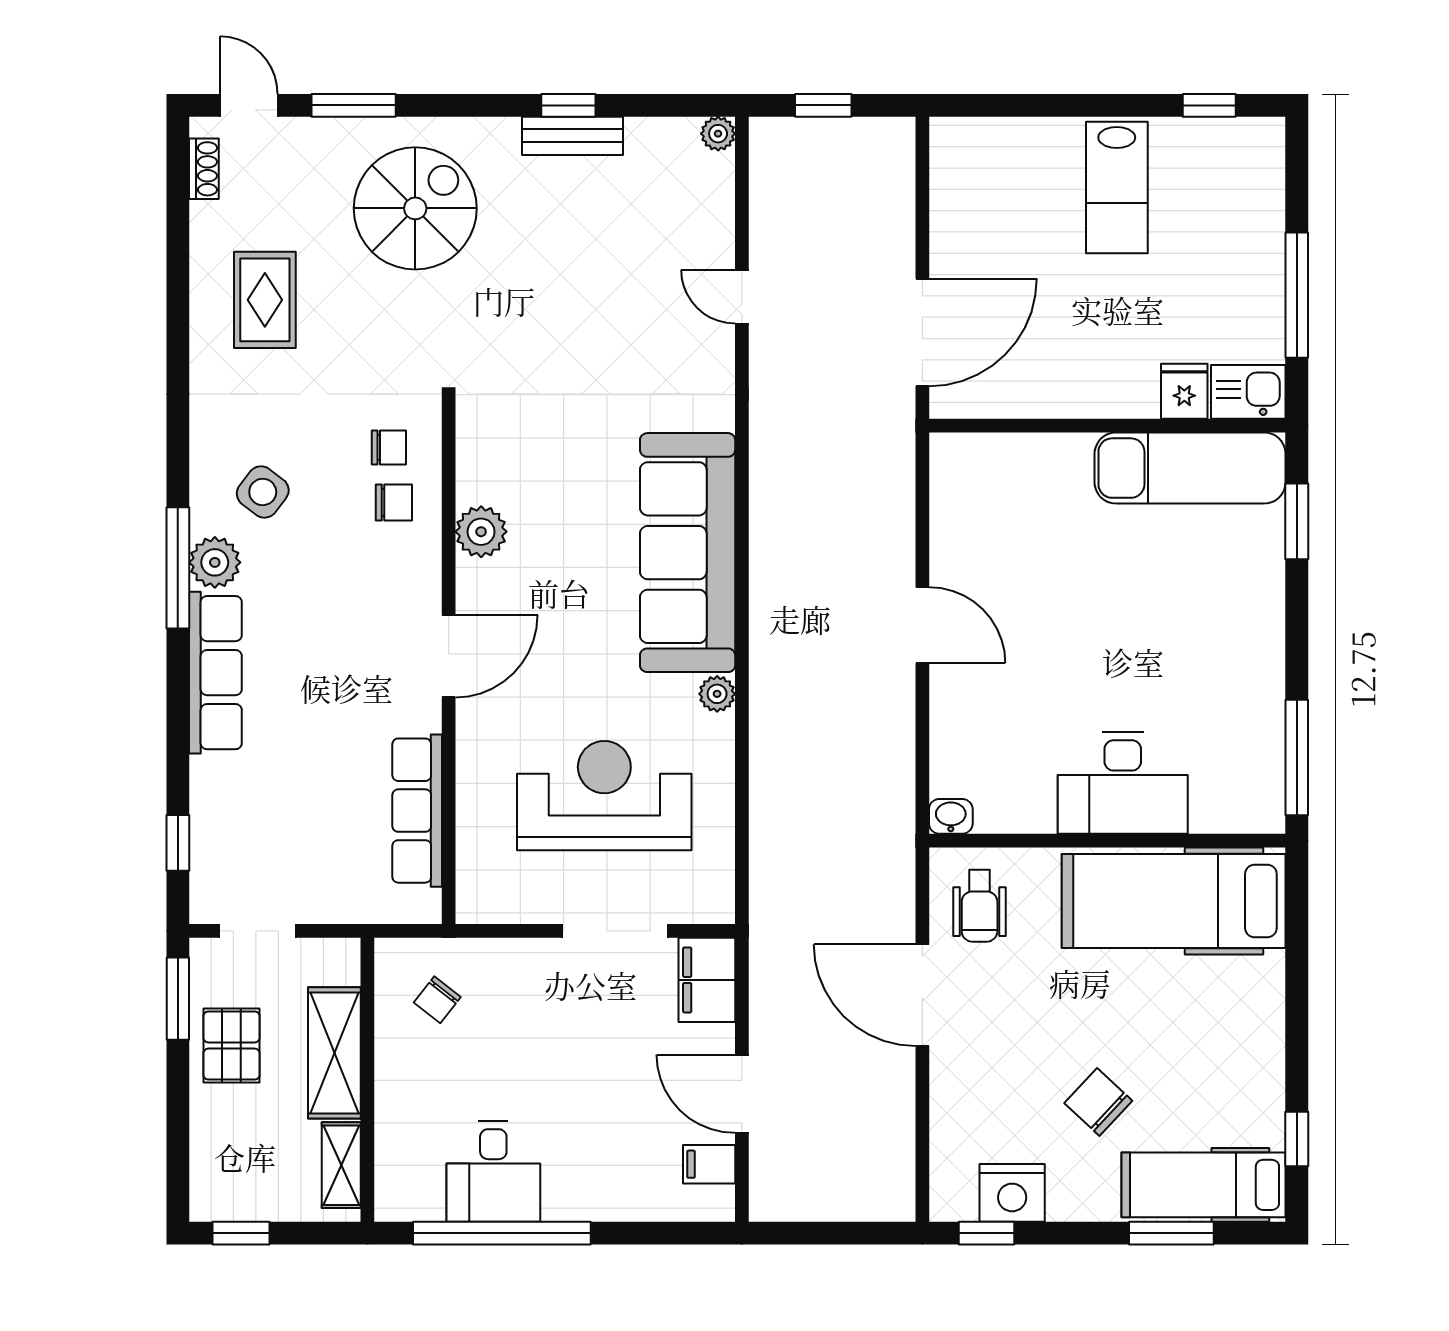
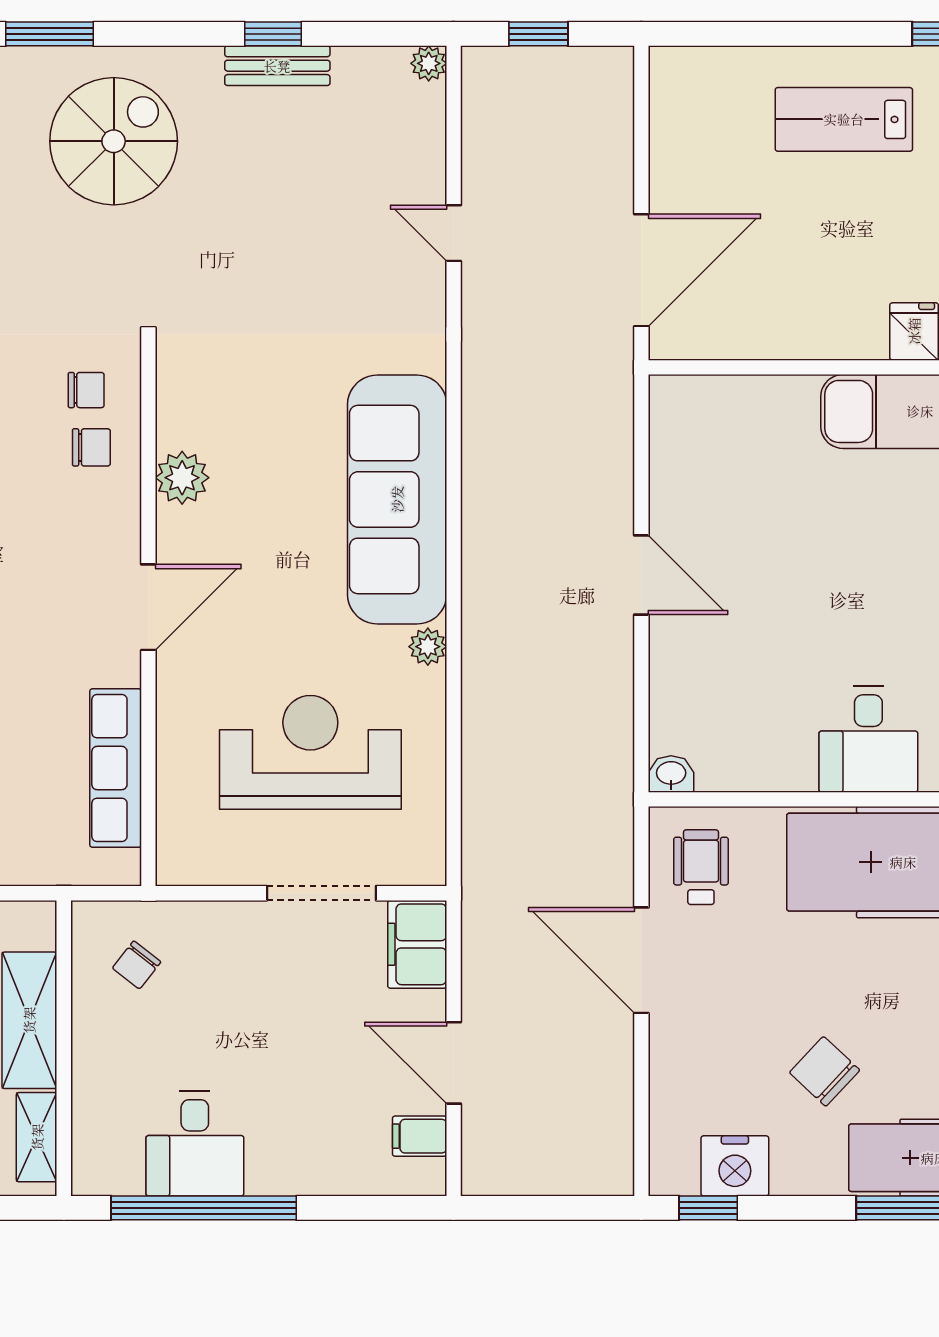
lab bench: (1117, 187) -> (844, 119), turned 90
desk: (1123, 783) -> (868, 739), width x0.73
wheelchair: (980, 906) -> (701, 867), turned 180

